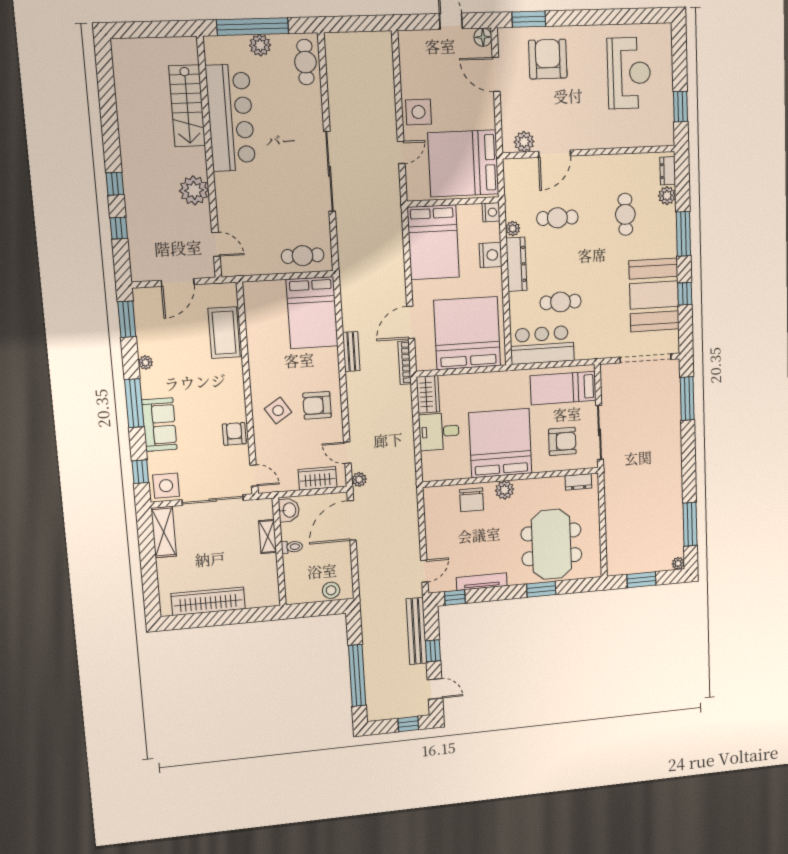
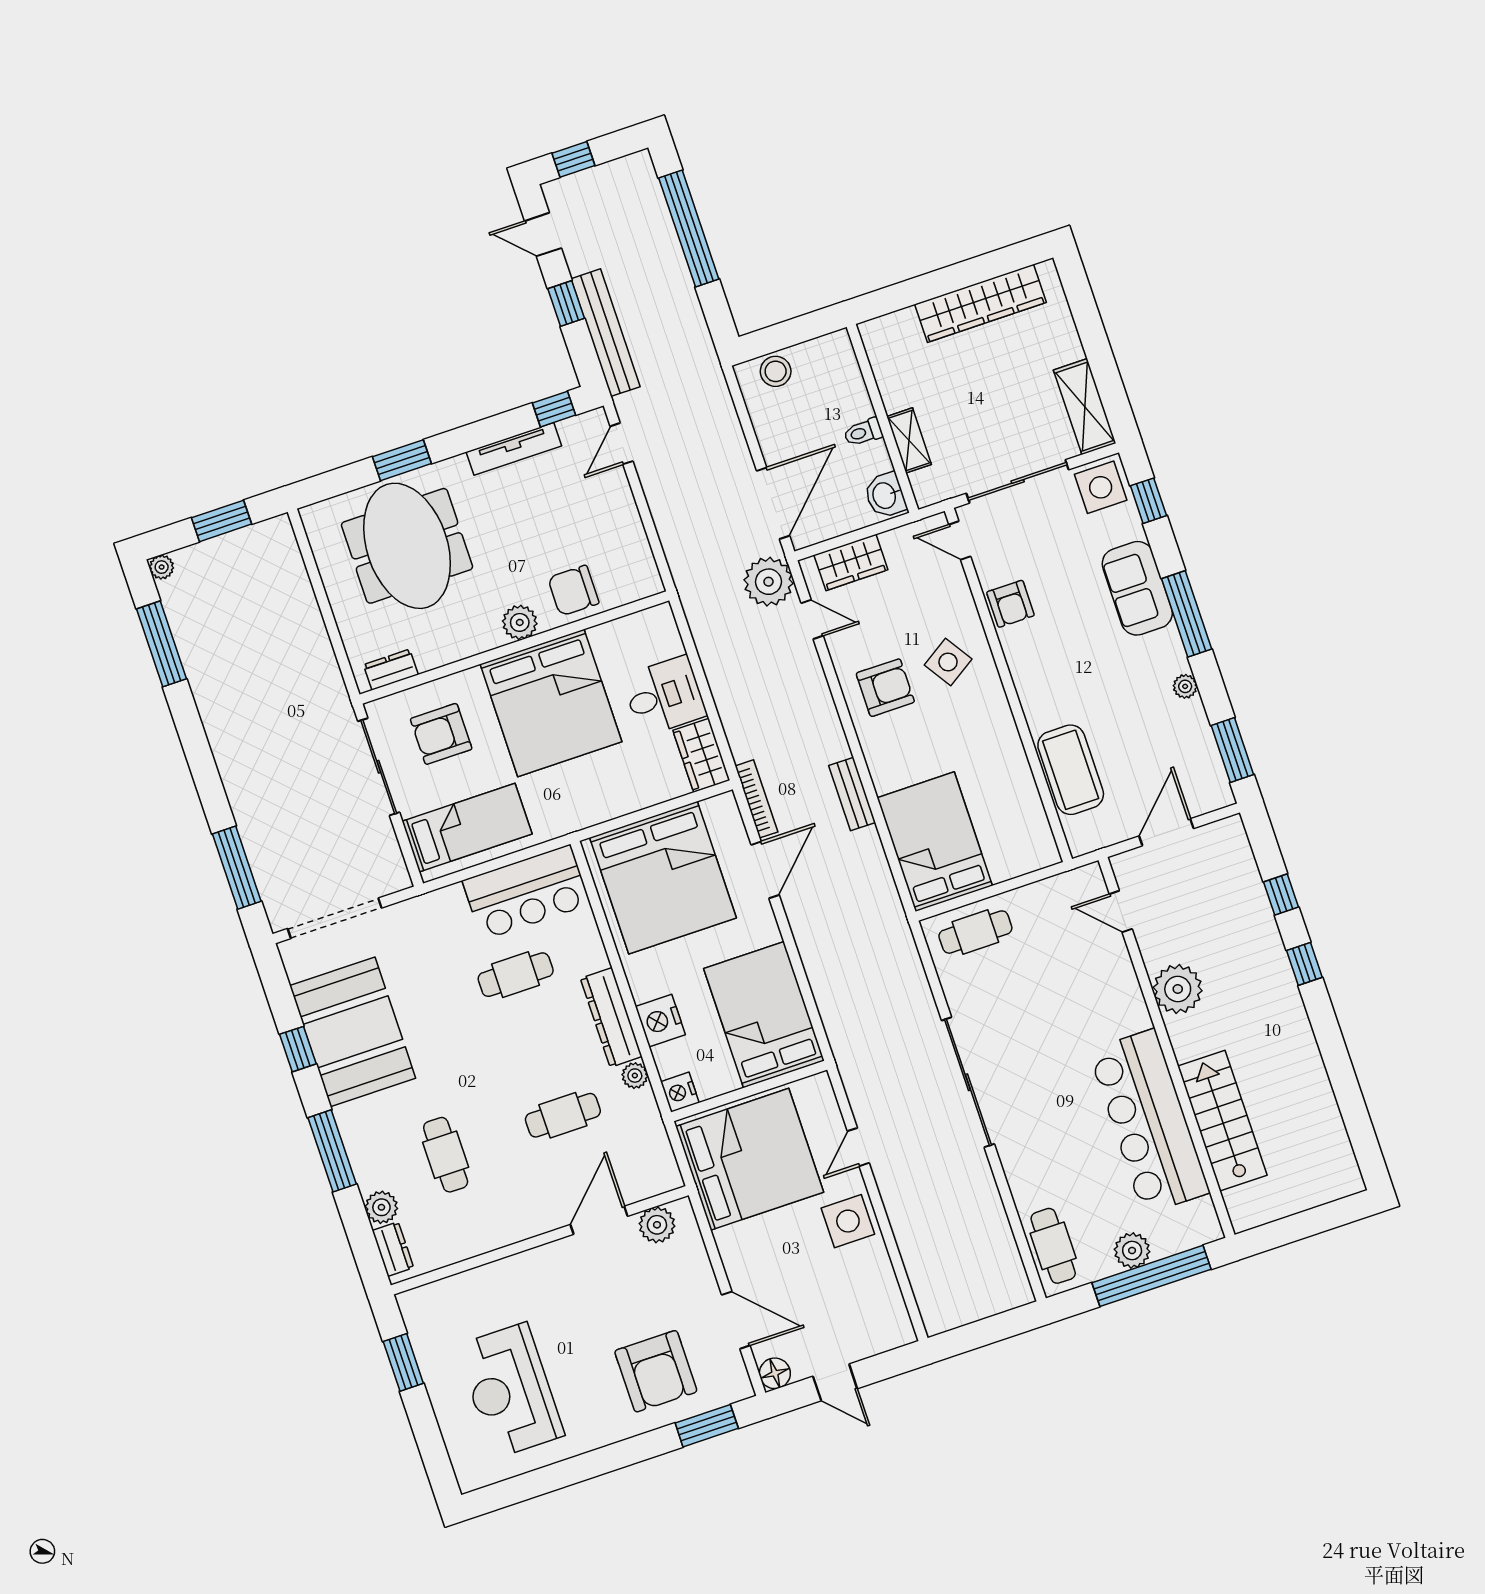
plant: (359, 479) -> (769, 582), width x1.87, depth x1.87
chair: (472, 500) -> (573, 591), turned -90

